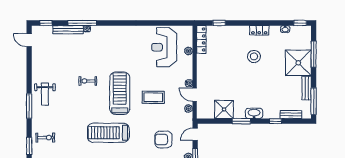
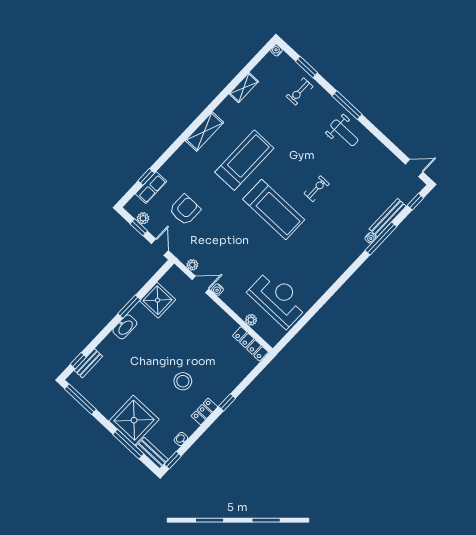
window: (219, 23) -> (227, 402), moved
bench: (307, 88) -> (152, 453), moved
weight bench: (45, 94) -> (344, 133), turned 180
coffee table: (153, 97) -> (237, 240), removed
window: (275, 121) -> (78, 361), moved

